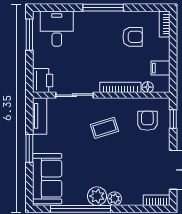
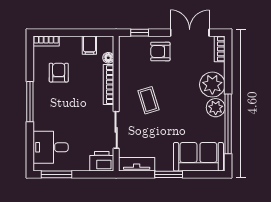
armchair: (147, 121) -> (160, 52), moved
plant: (115, 199) -> (212, 85), width x1.87, depth x1.87

